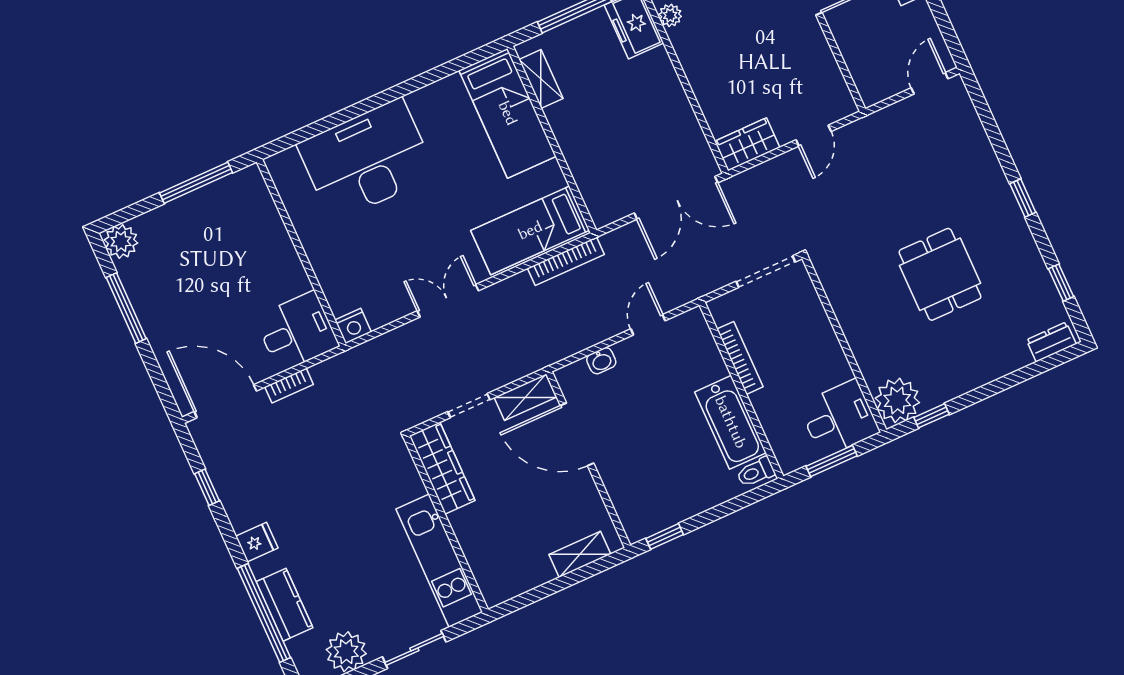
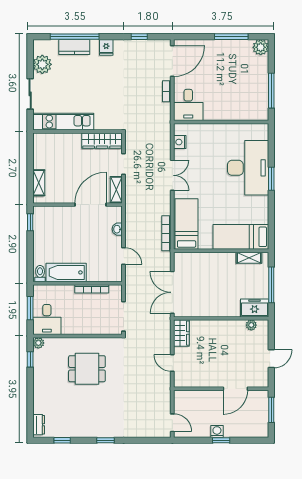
window: (368, 105) -> (271, 179), added
dining table: (940, 274) -> (87, 369), moved
nightstand: (353, 326) -> (180, 142), moved
plant: (897, 400) -> (38, 343), width x0.53, depth x0.53

